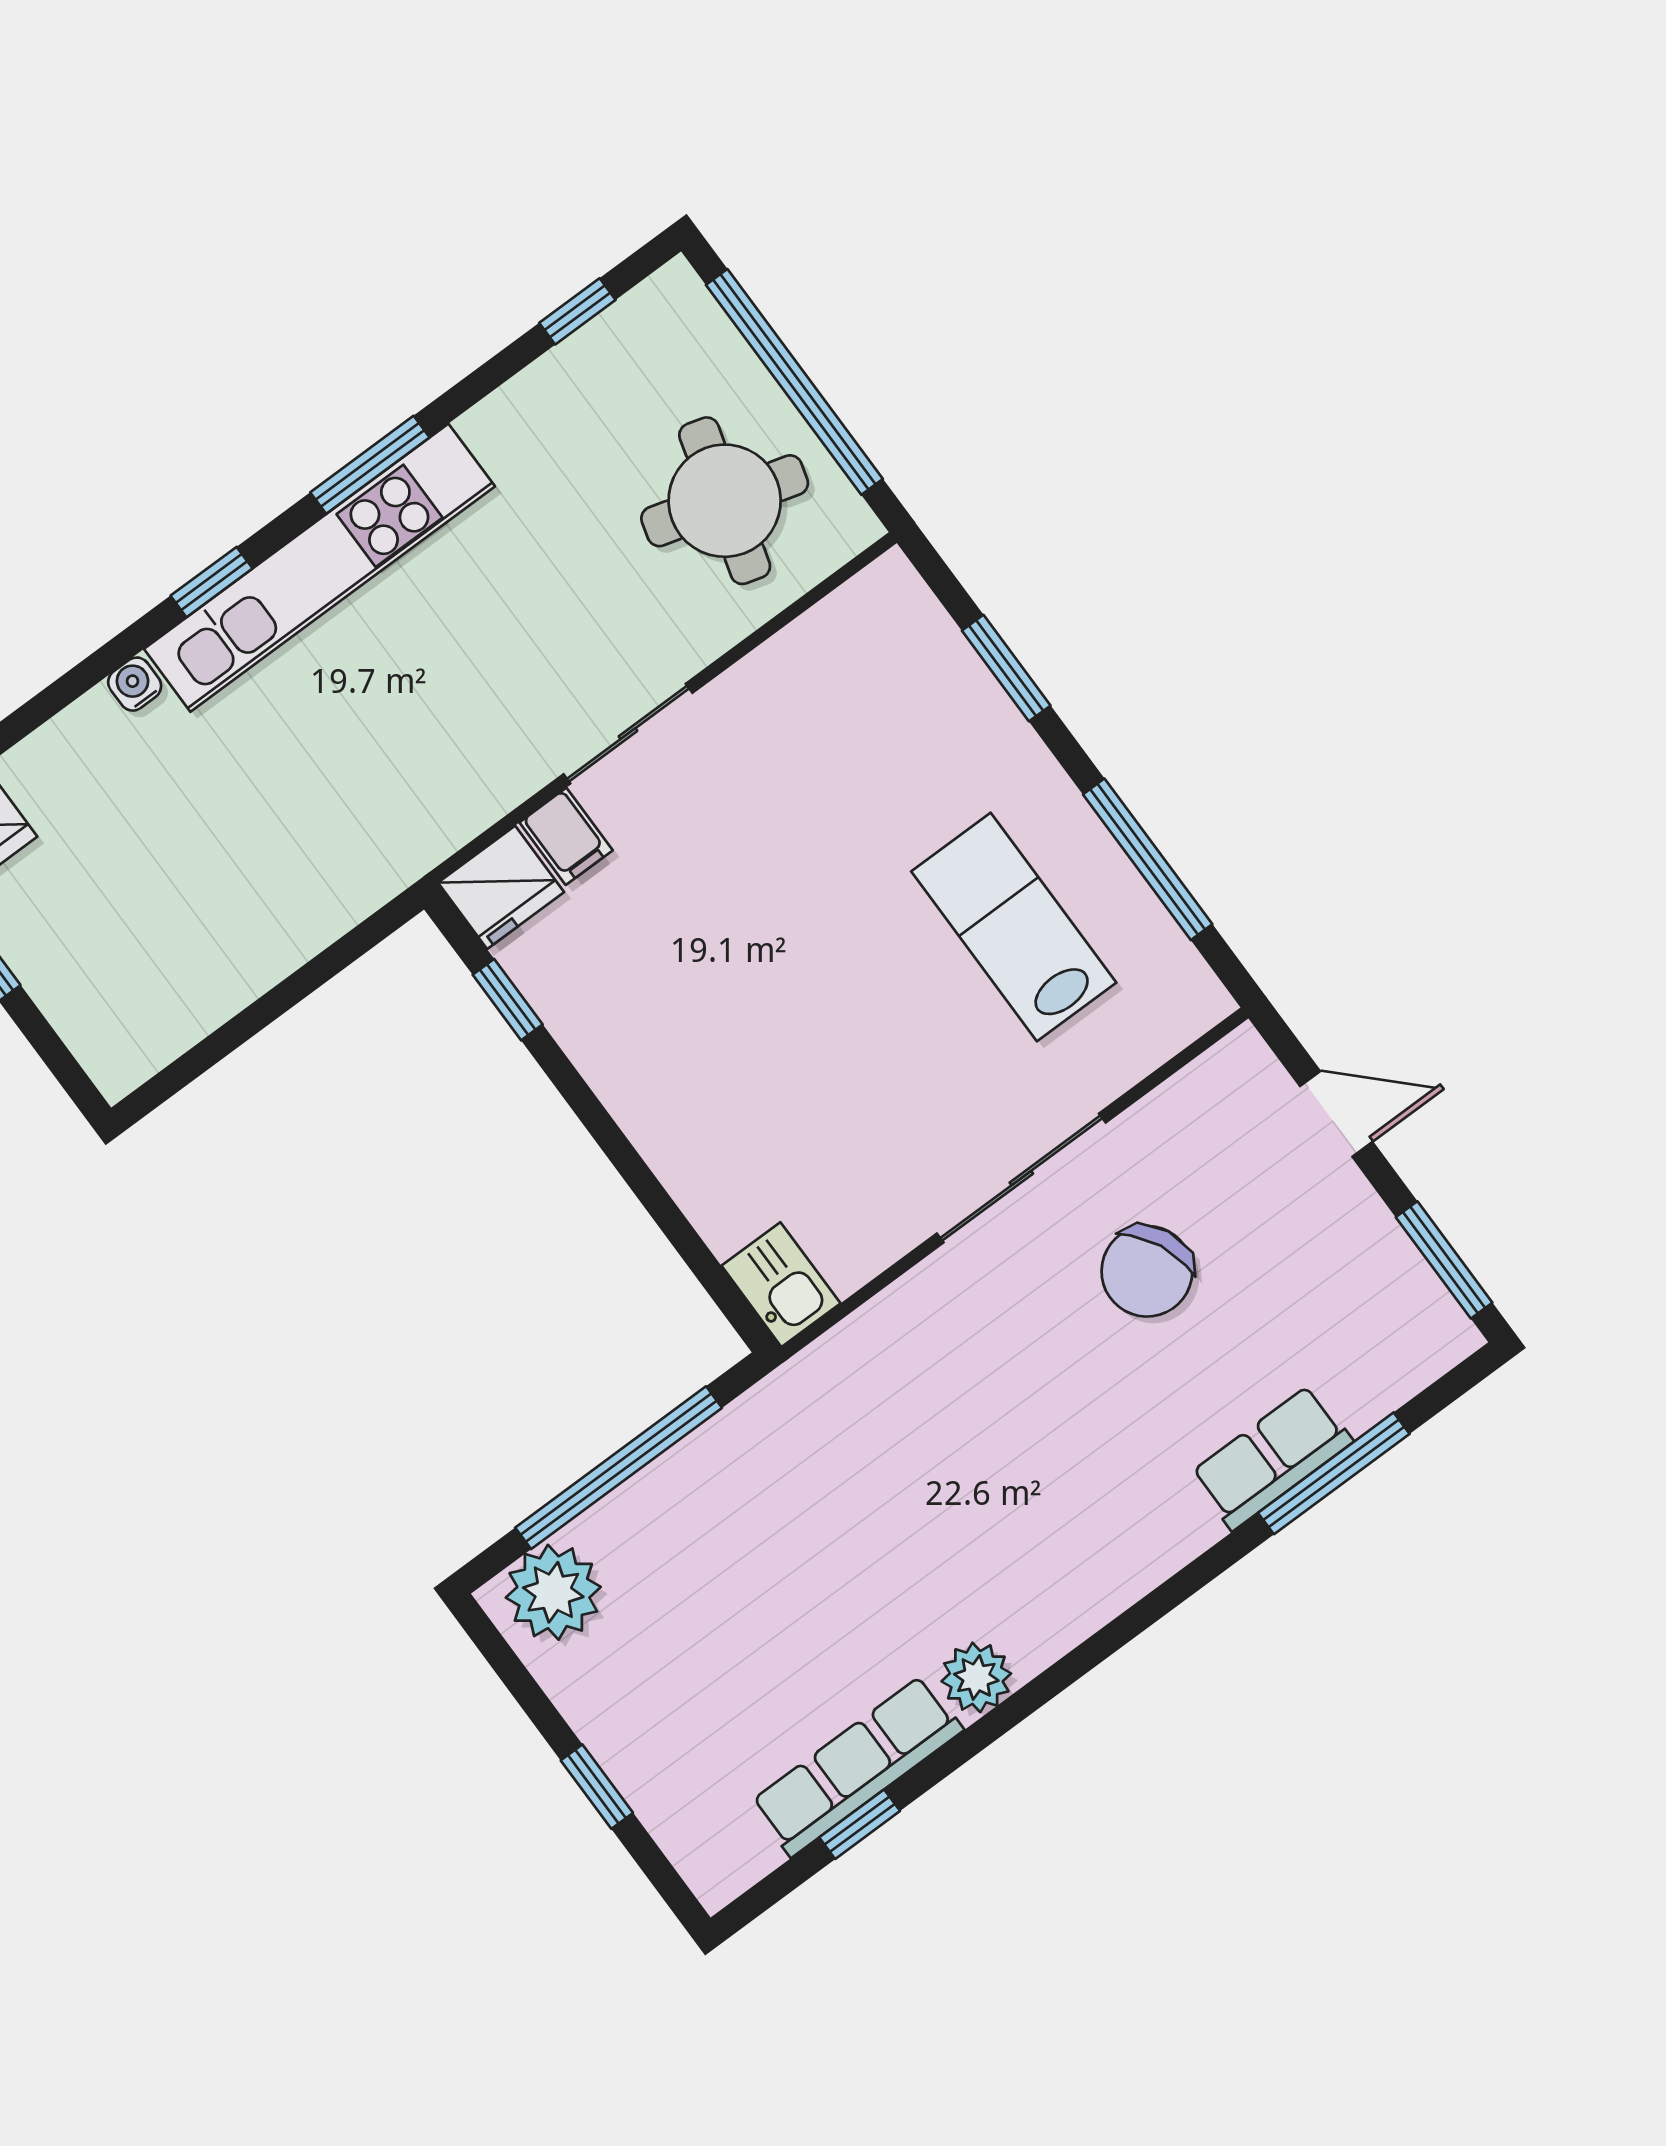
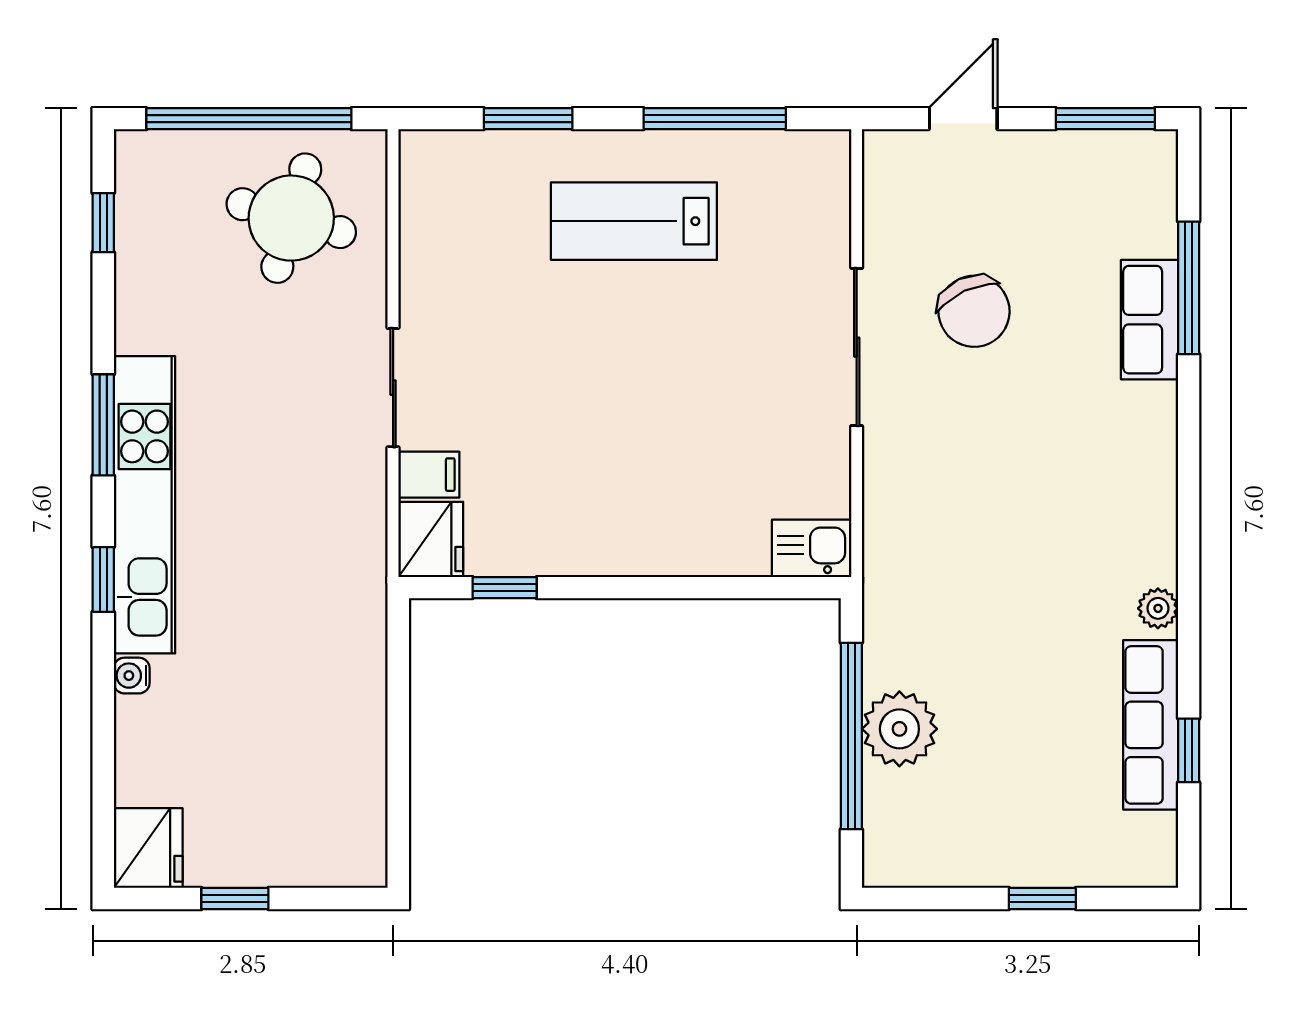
lab bench: (1014, 927) -> (634, 221), moved
plant: (553, 1592) -> (899, 729), moved
plant: (976, 1677) -> (1158, 608), width x0.73, depth x0.73

